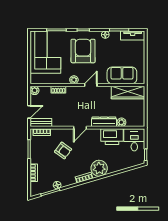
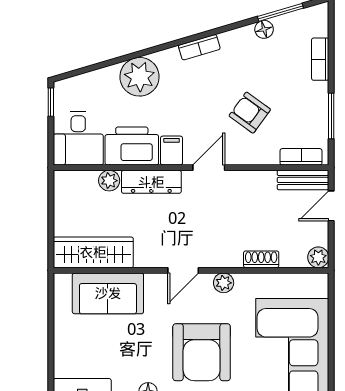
filing cabinet: (96, 135) -> (172, 151), added
plant: (99, 168) -> (140, 77), moved

